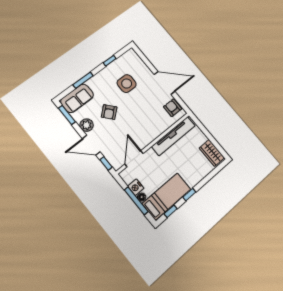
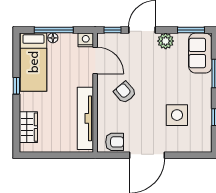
armchair: (109, 112) -> (125, 92), moved
wardrobe: (212, 153) -> (28, 127), moved, turned 90
nightstand: (136, 187) -> (86, 40), moved
window: (171, 211) -> (16, 54), removed

